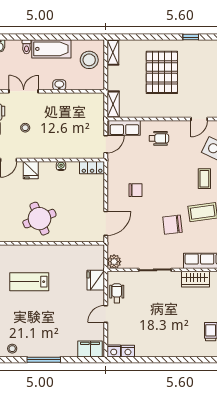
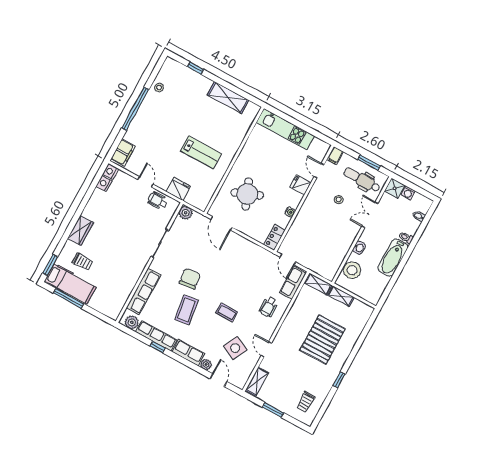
shelving: (113, 52) -> (341, 296), moved
stool: (89, 60) -> (352, 270), moved
pallet: (162, 72) -> (323, 340), turned 90
double door: (24, 91) -> (370, 215), swing flipped
coffee table: (204, 179) -> (227, 312), moved
chair: (135, 190) -> (236, 264), removed
round table: (39, 219) -> (247, 194), moved
wardrobe: (195, 279) -> (81, 230), moved, turned 180
lab bench: (29, 282) -> (201, 152), moved, turned 90
wheelchair: (117, 293) -> (158, 201), turned 180
window: (44, 360) -> (135, 109), width x1.46

